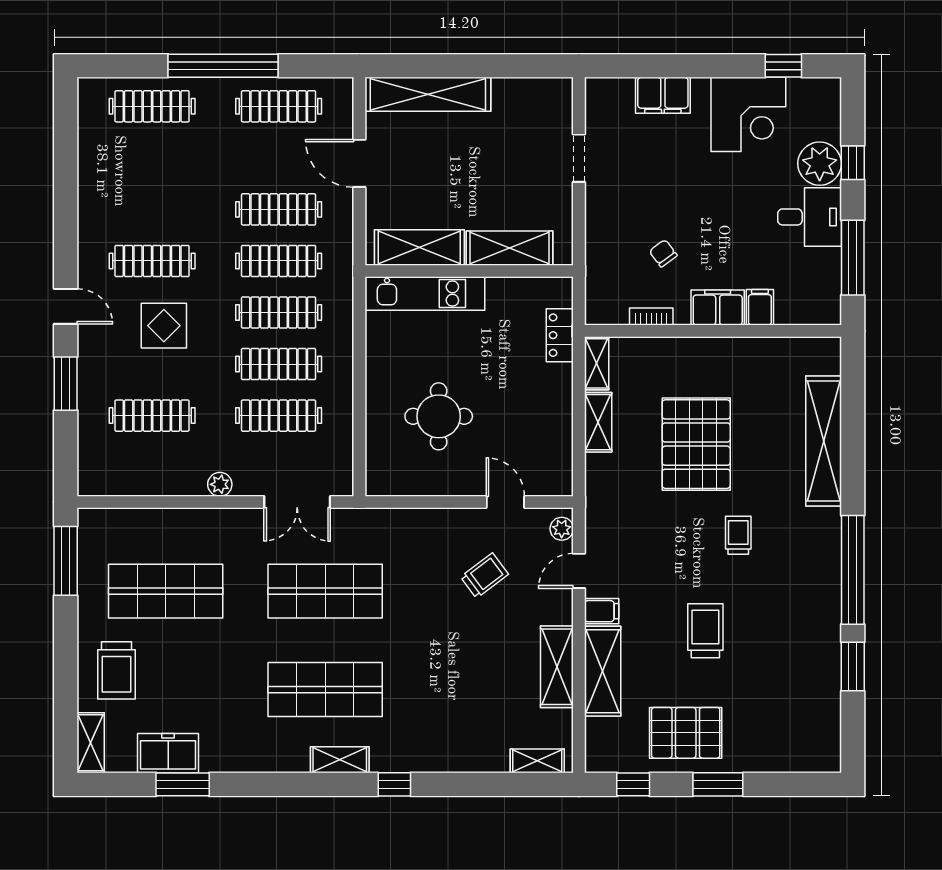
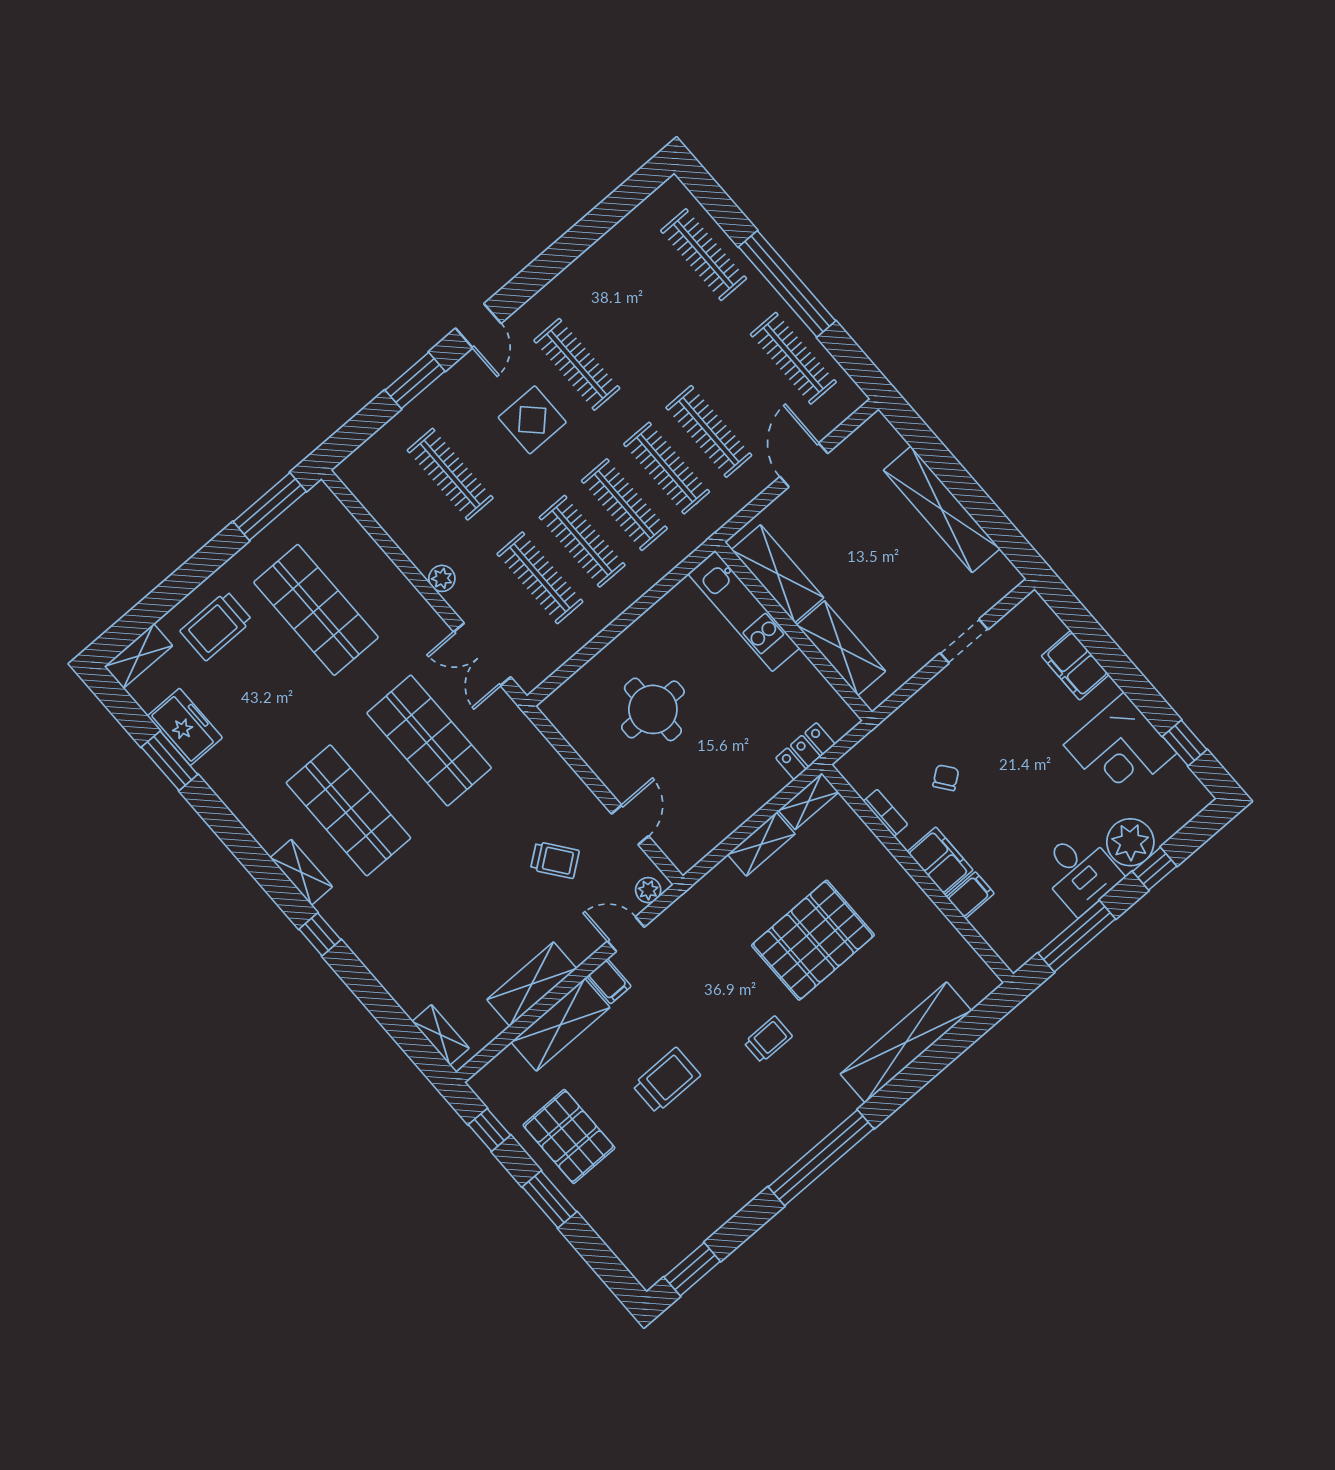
shelving: (428, 94) -> (942, 509), moved
window: (853, 667) -> (692, 1269), moved

